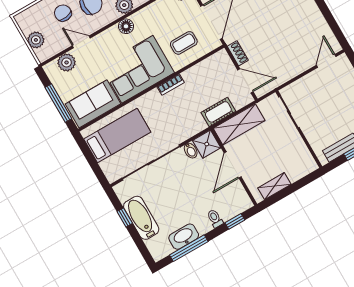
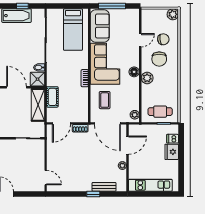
plant: (36, 40) -> (173, 14), moved
plant: (67, 62) -> (133, 25), removed

